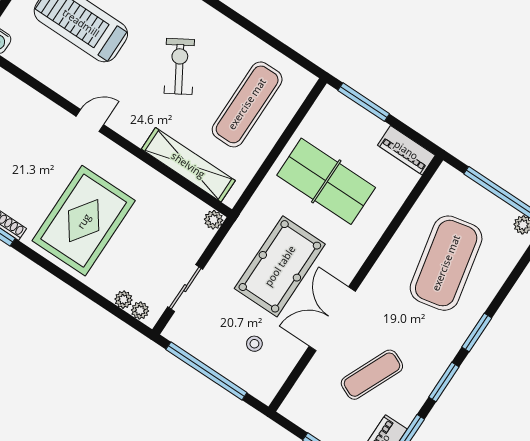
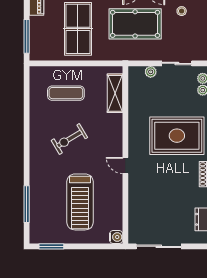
exercise mat: (247, 104) -> (66, 93), width x0.73, depth x0.69
shelving: (188, 165) -> (115, 93), width x0.68
plant: (214, 220) -> (151, 72), moved

